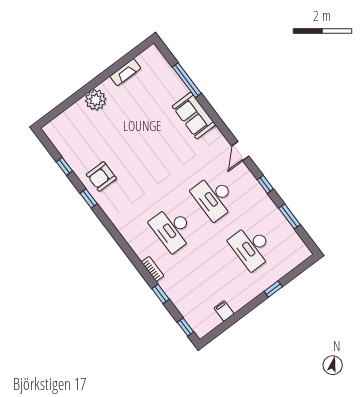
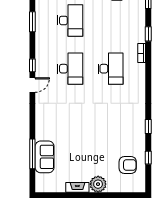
fireplace: (125, 72) -> (77, 187), moved
sofa: (194, 116) -> (45, 157), moved
armchair: (101, 176) -> (128, 165), moved
window: (265, 184) -> (32, 65), moved

